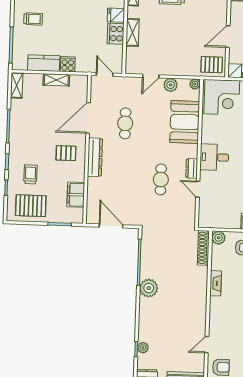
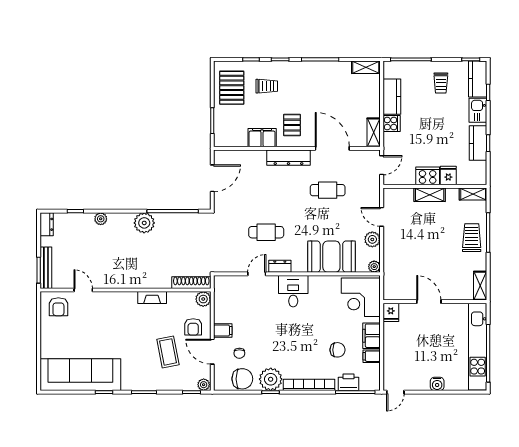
pallet: (212, 65) -> (397, 285), removed
shelving: (56, 80) -> (374, 132), moved
filing cabinet: (76, 195) -> (262, 138), moved
plant: (143, 348) -> (101, 219), moved

